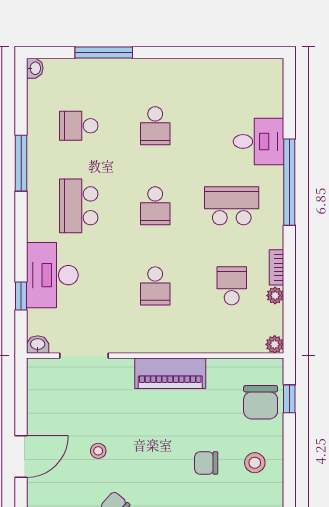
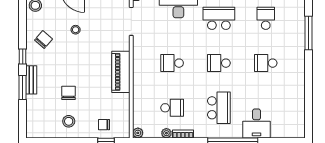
chair: (261, 402) -> (104, 125), width x0.54, depth x0.54

